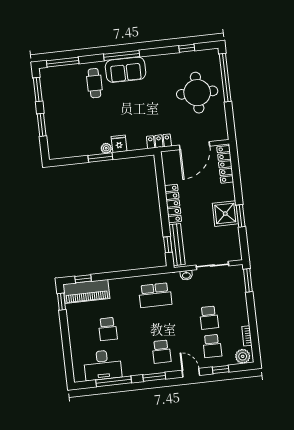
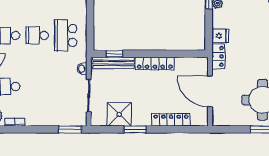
fridge: (119, 144) -> (220, 36), moved
locker: (225, 164) -> (171, 120), moved
shower: (225, 214) -> (119, 114), moved
school desk: (209, 318) -> (37, 35), moved

